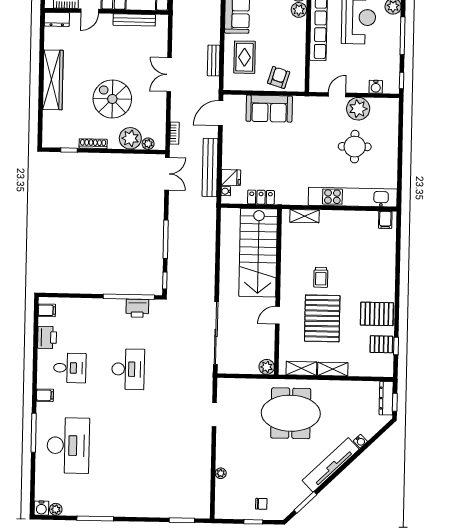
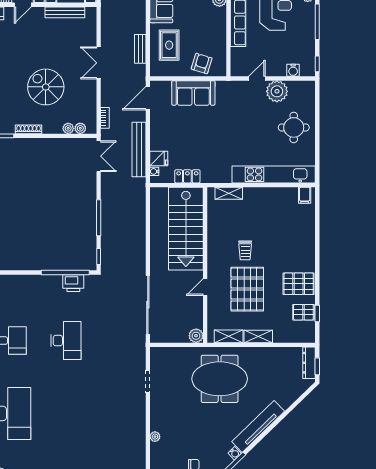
plant: (130, 138) -> (68, 128), width x0.53, depth x0.53
round table: (355, 147) -> (294, 127), moved
water cooler: (360, 441) -> (235, 453), moved

